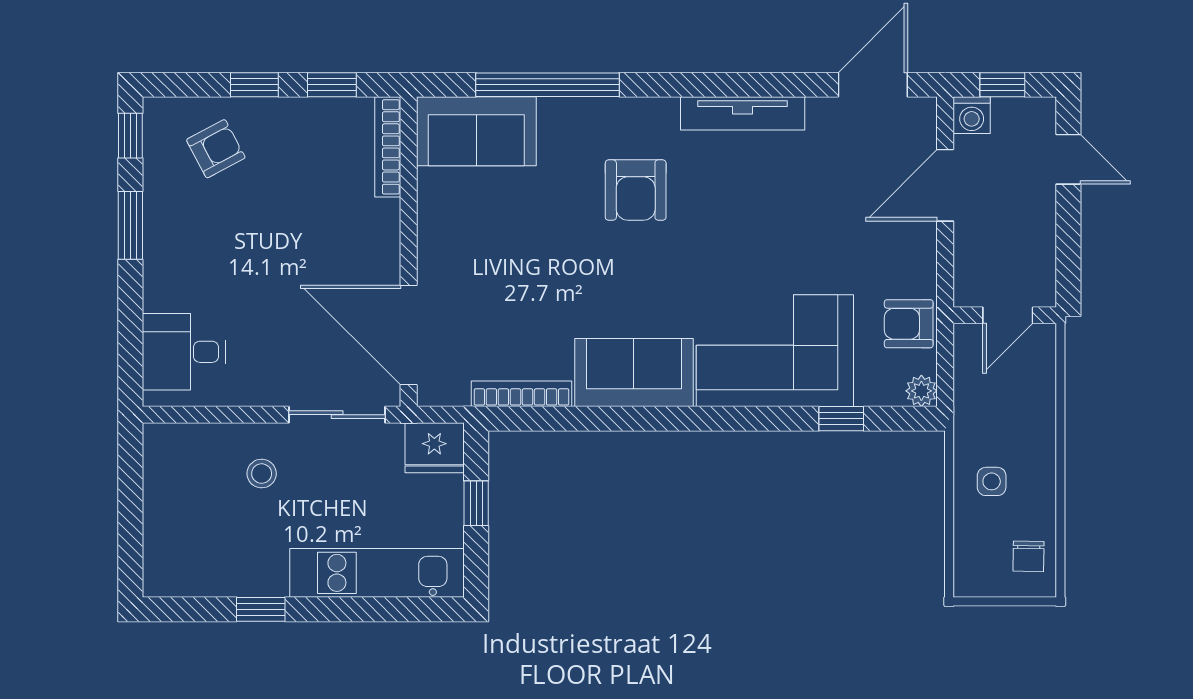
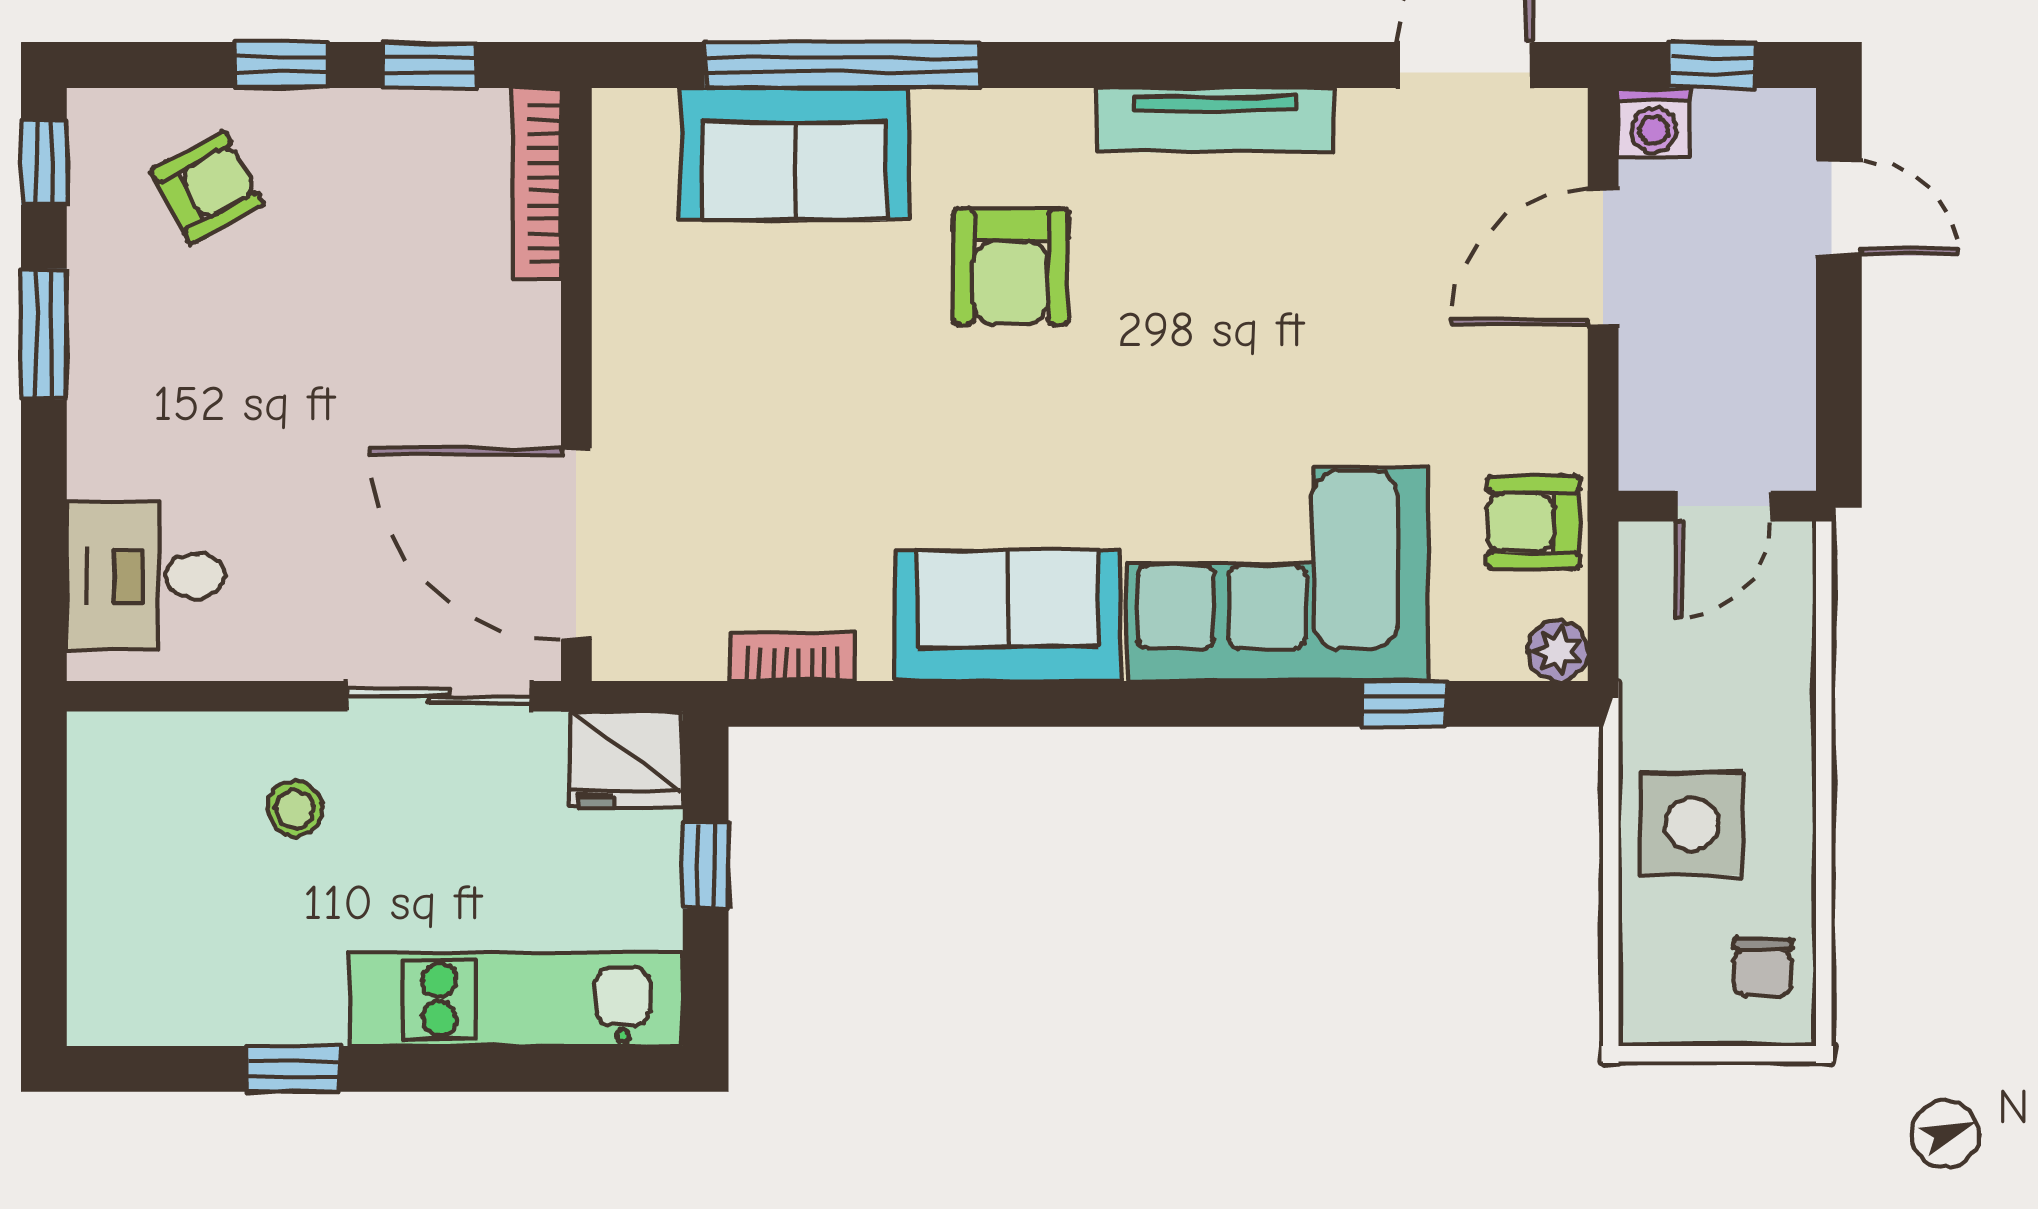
sofa: (476, 131) -> (795, 154), moved
bookcase: (521, 394) -> (792, 656), width x0.64
side table: (992, 481) -> (1692, 824), width x1.87, depth x1.87

